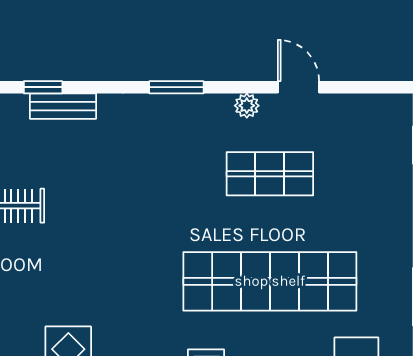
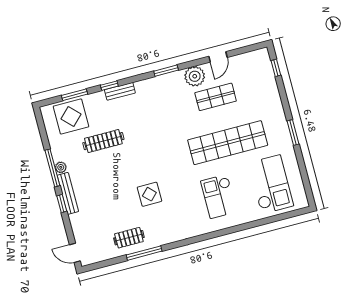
door: (298, 87) -> (218, 57), swing flipped
plant: (247, 106) -> (195, 76), width x1.87, depth x1.87

